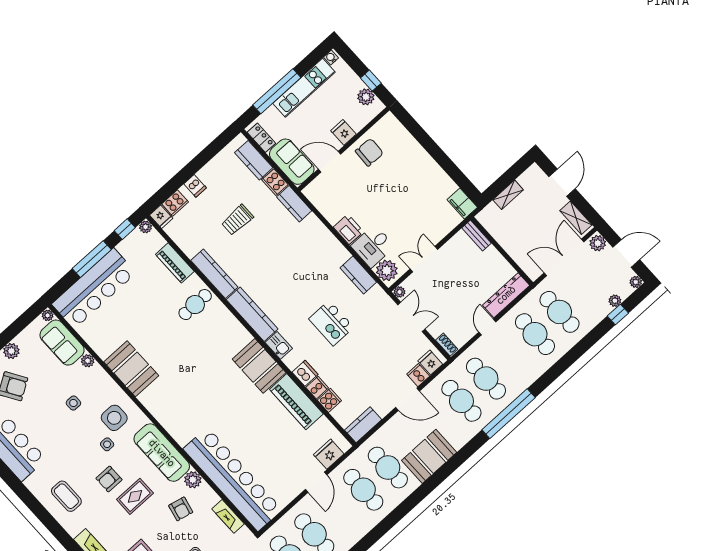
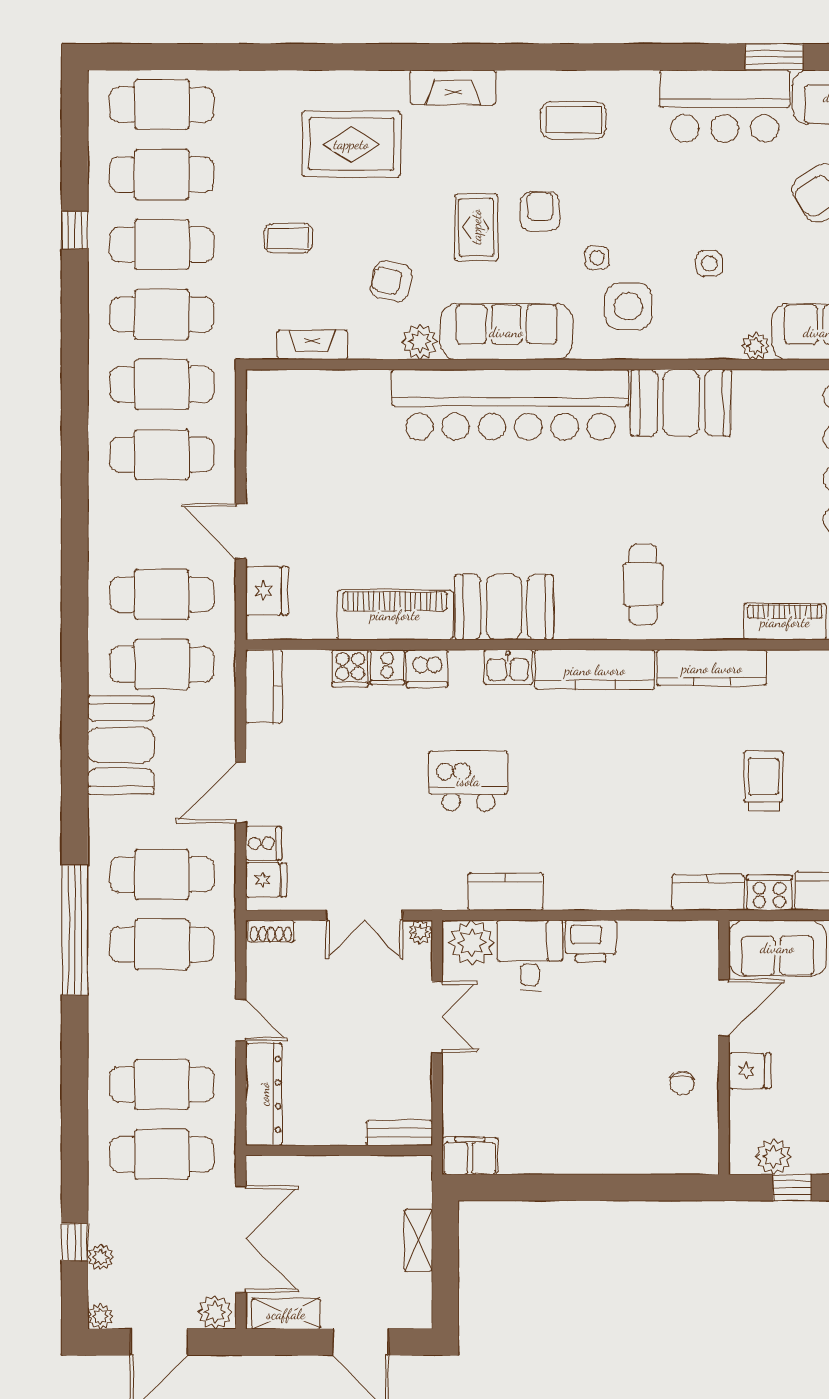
chair: (369, 152) -> (682, 1083), width x0.54, depth x0.54
cafe table: (195, 305) -> (643, 584), moved
bar counter: (233, 479) -> (510, 405), moved

